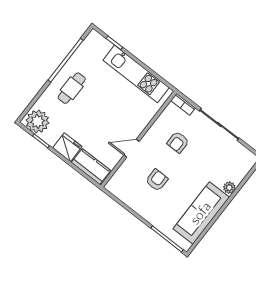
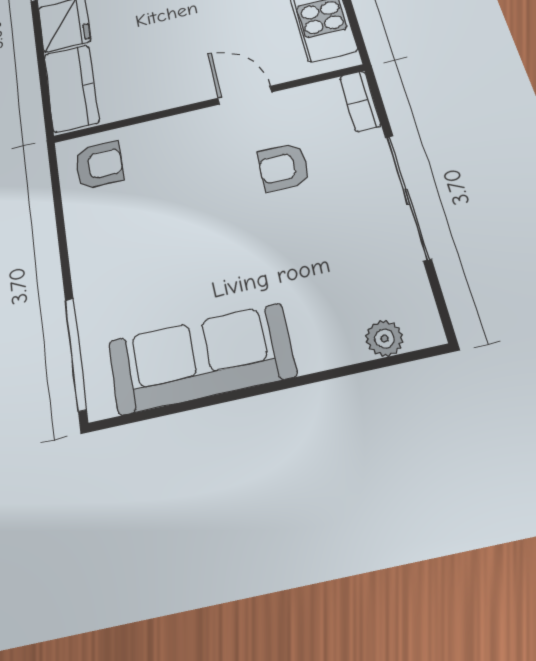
door: (132, 148) -> (245, 95), moved
armchair: (157, 180) -> (99, 165), moved
plant: (229, 188) -> (384, 338), moved

